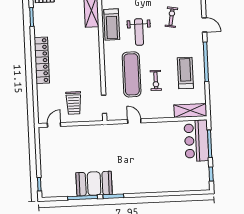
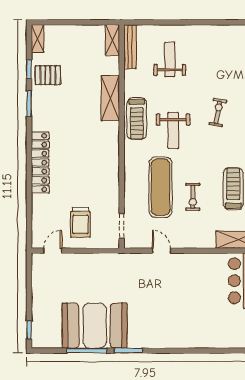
booth: (94, 184) -> (95, 326), width x1.36, depth x1.42

